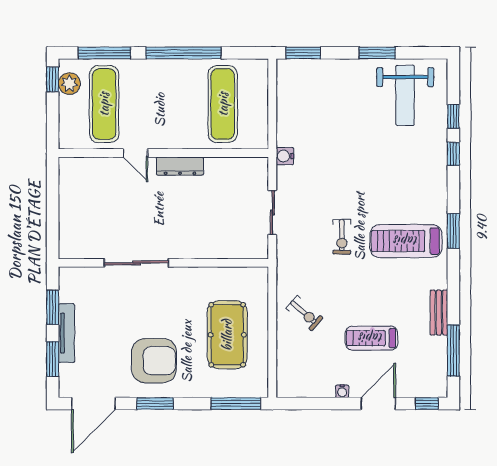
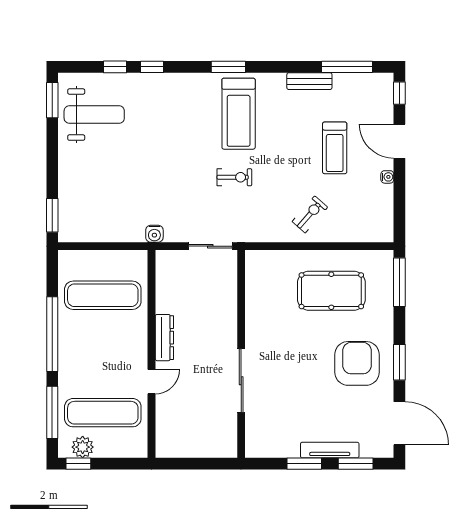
window: (377, 53) -> (52, 100), moved
sliding door: (136, 263) -> (241, 381), moved
wall: (163, 263) -> (241, 354), moved

